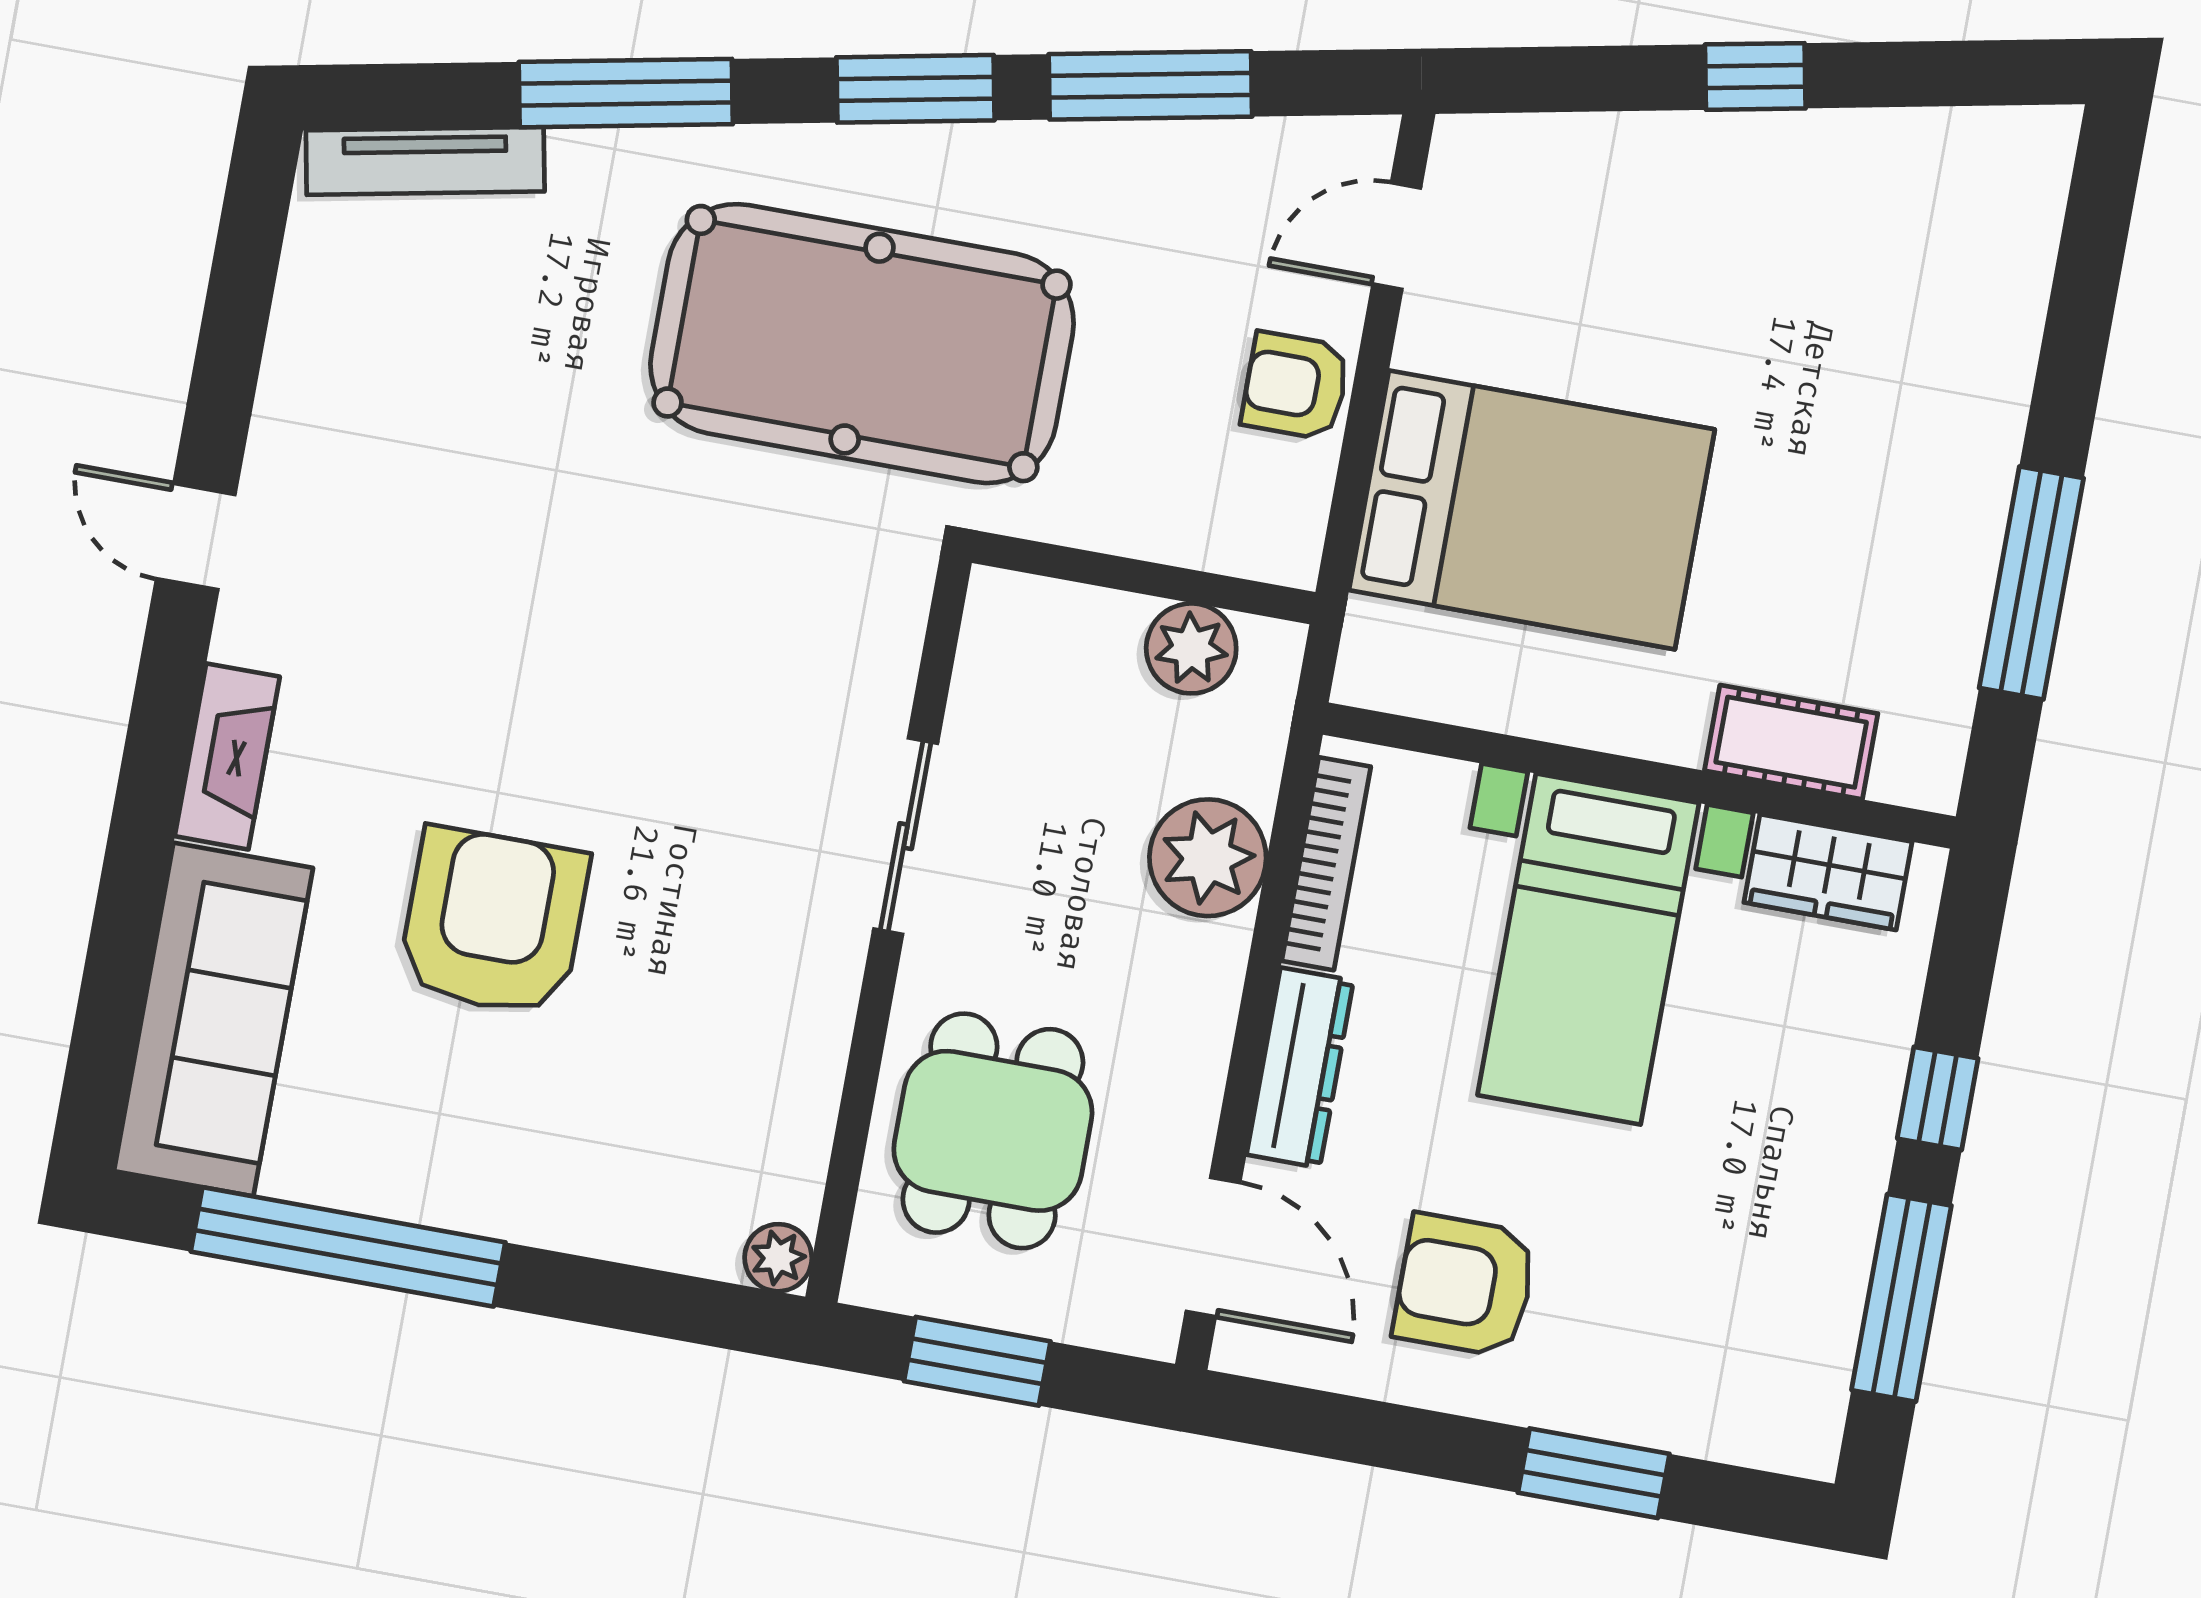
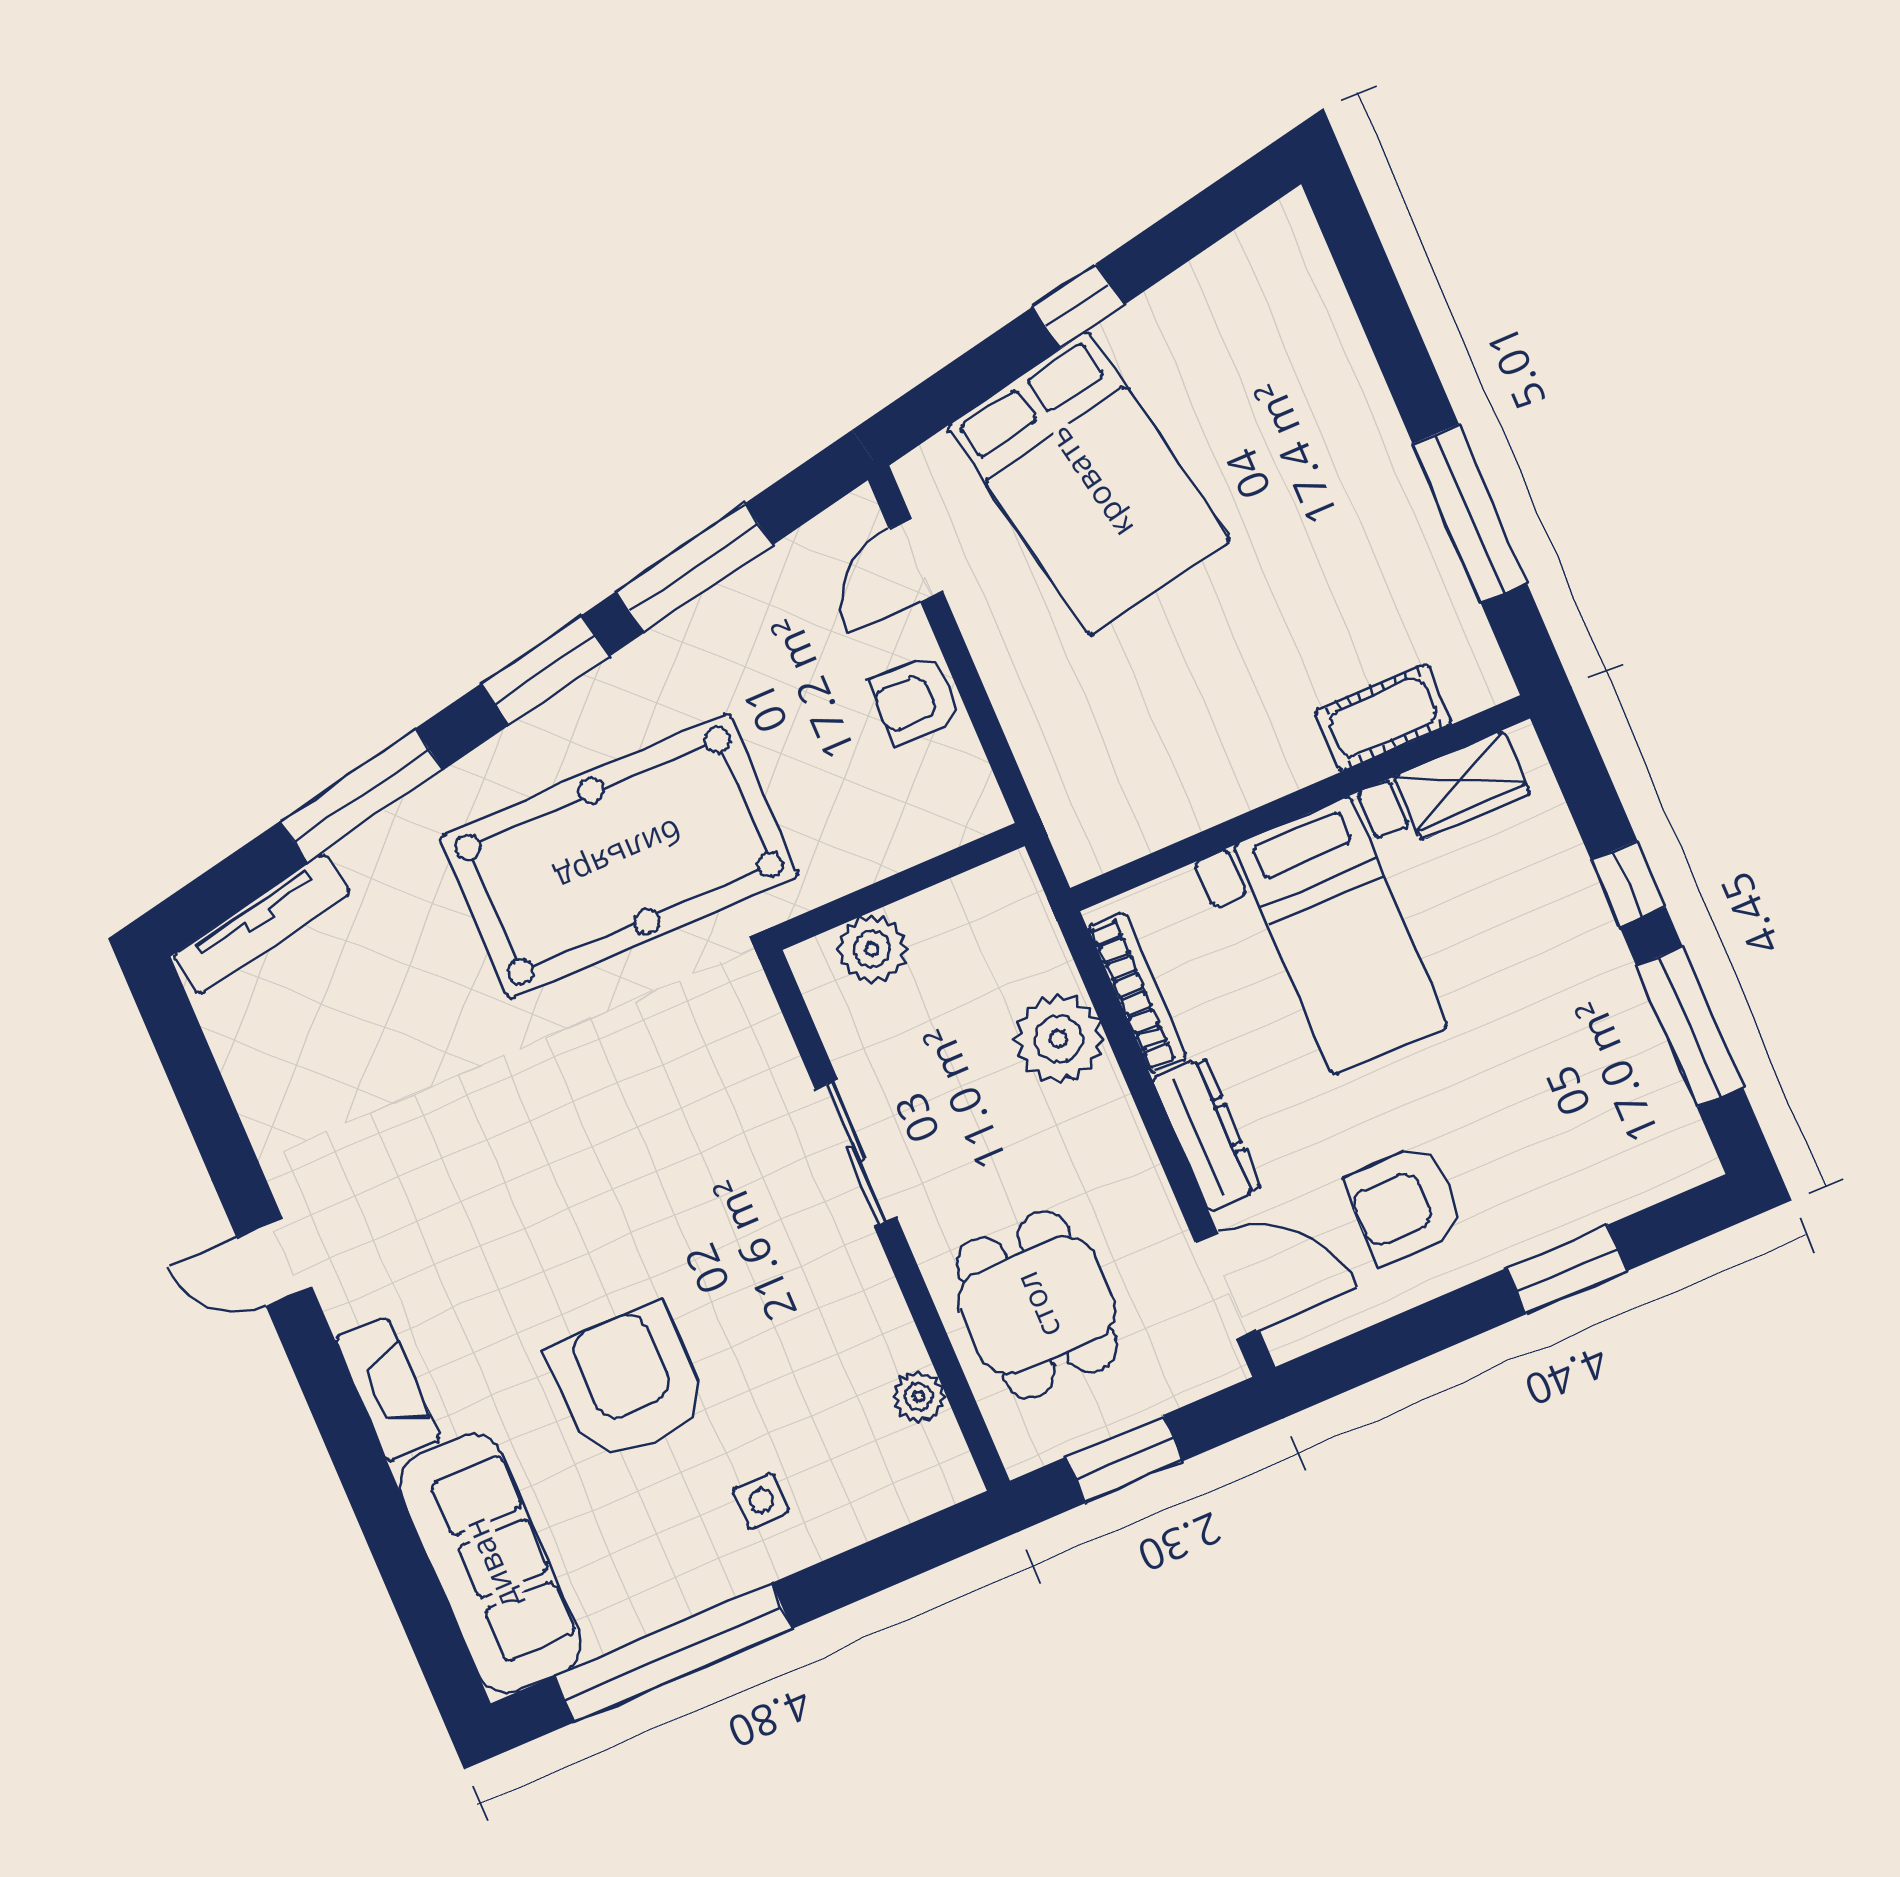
bed: (1532, 510) -> (1089, 483), moved, turned 79
plant: (1191, 648) -> (872, 949), moved
side table: (553, 1146) -> (761, 1501), added
plant: (778, 1258) -> (918, 1396), moved

